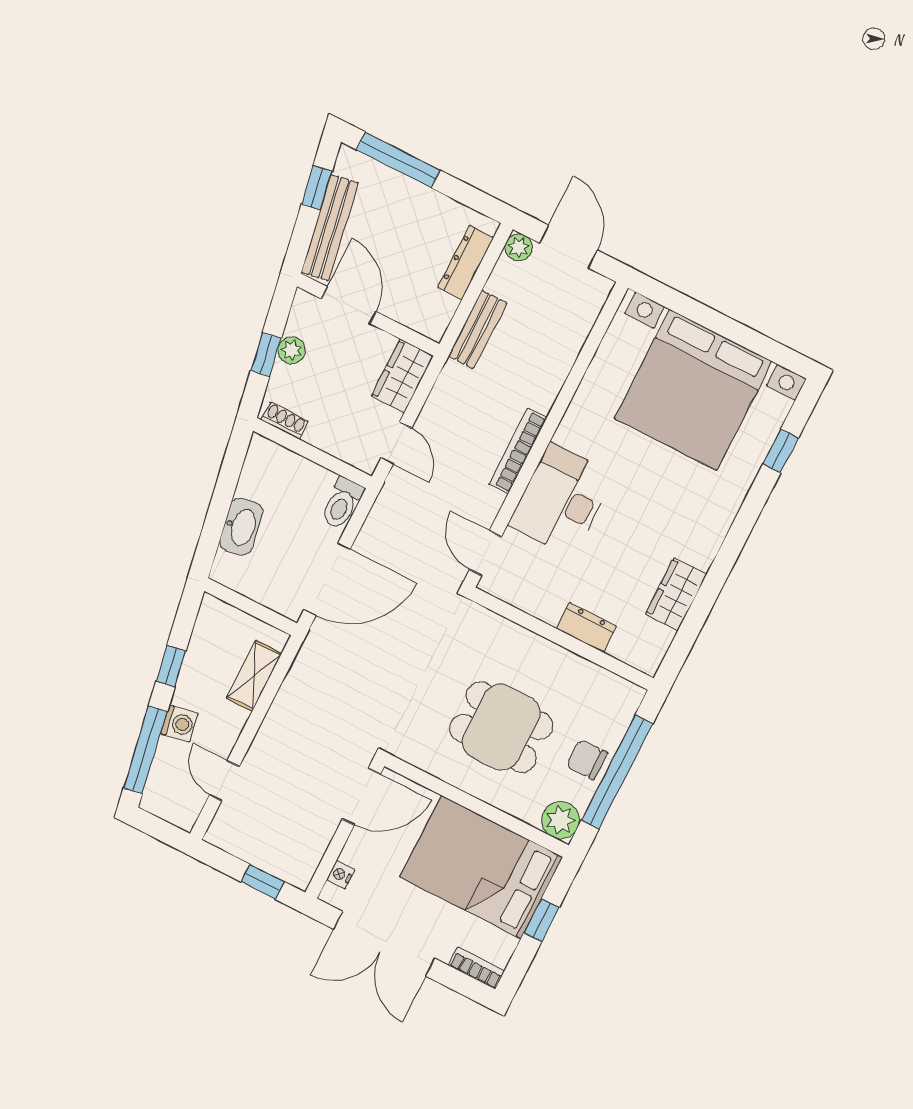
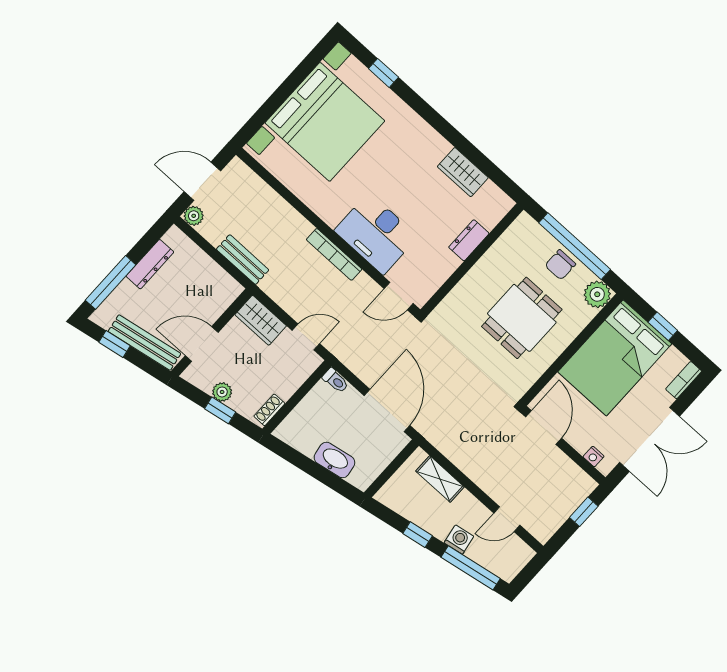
dresser: (466, 262) -> (150, 264), moved, turned -90
toilet: (342, 503) -> (336, 380), width x0.73, depth x0.72

